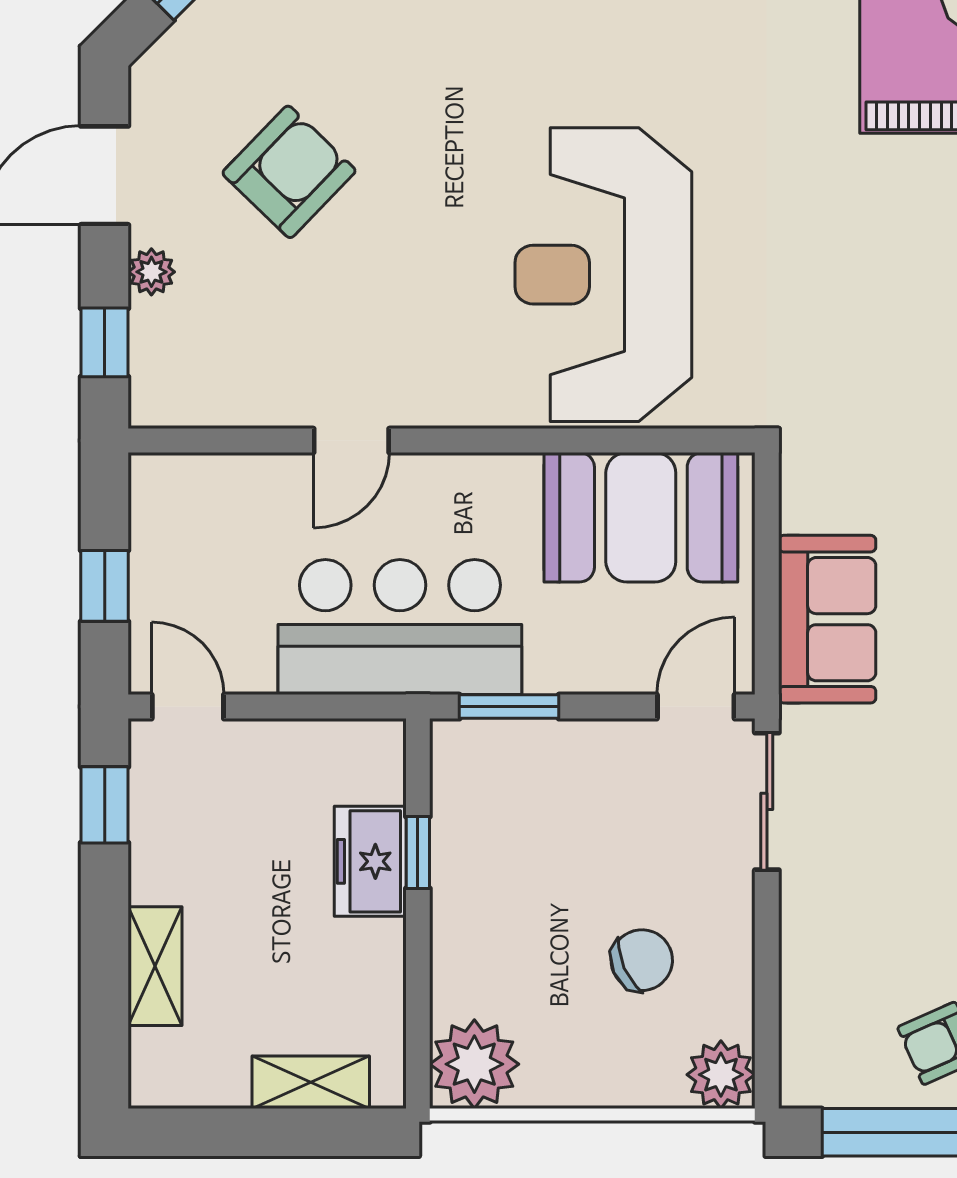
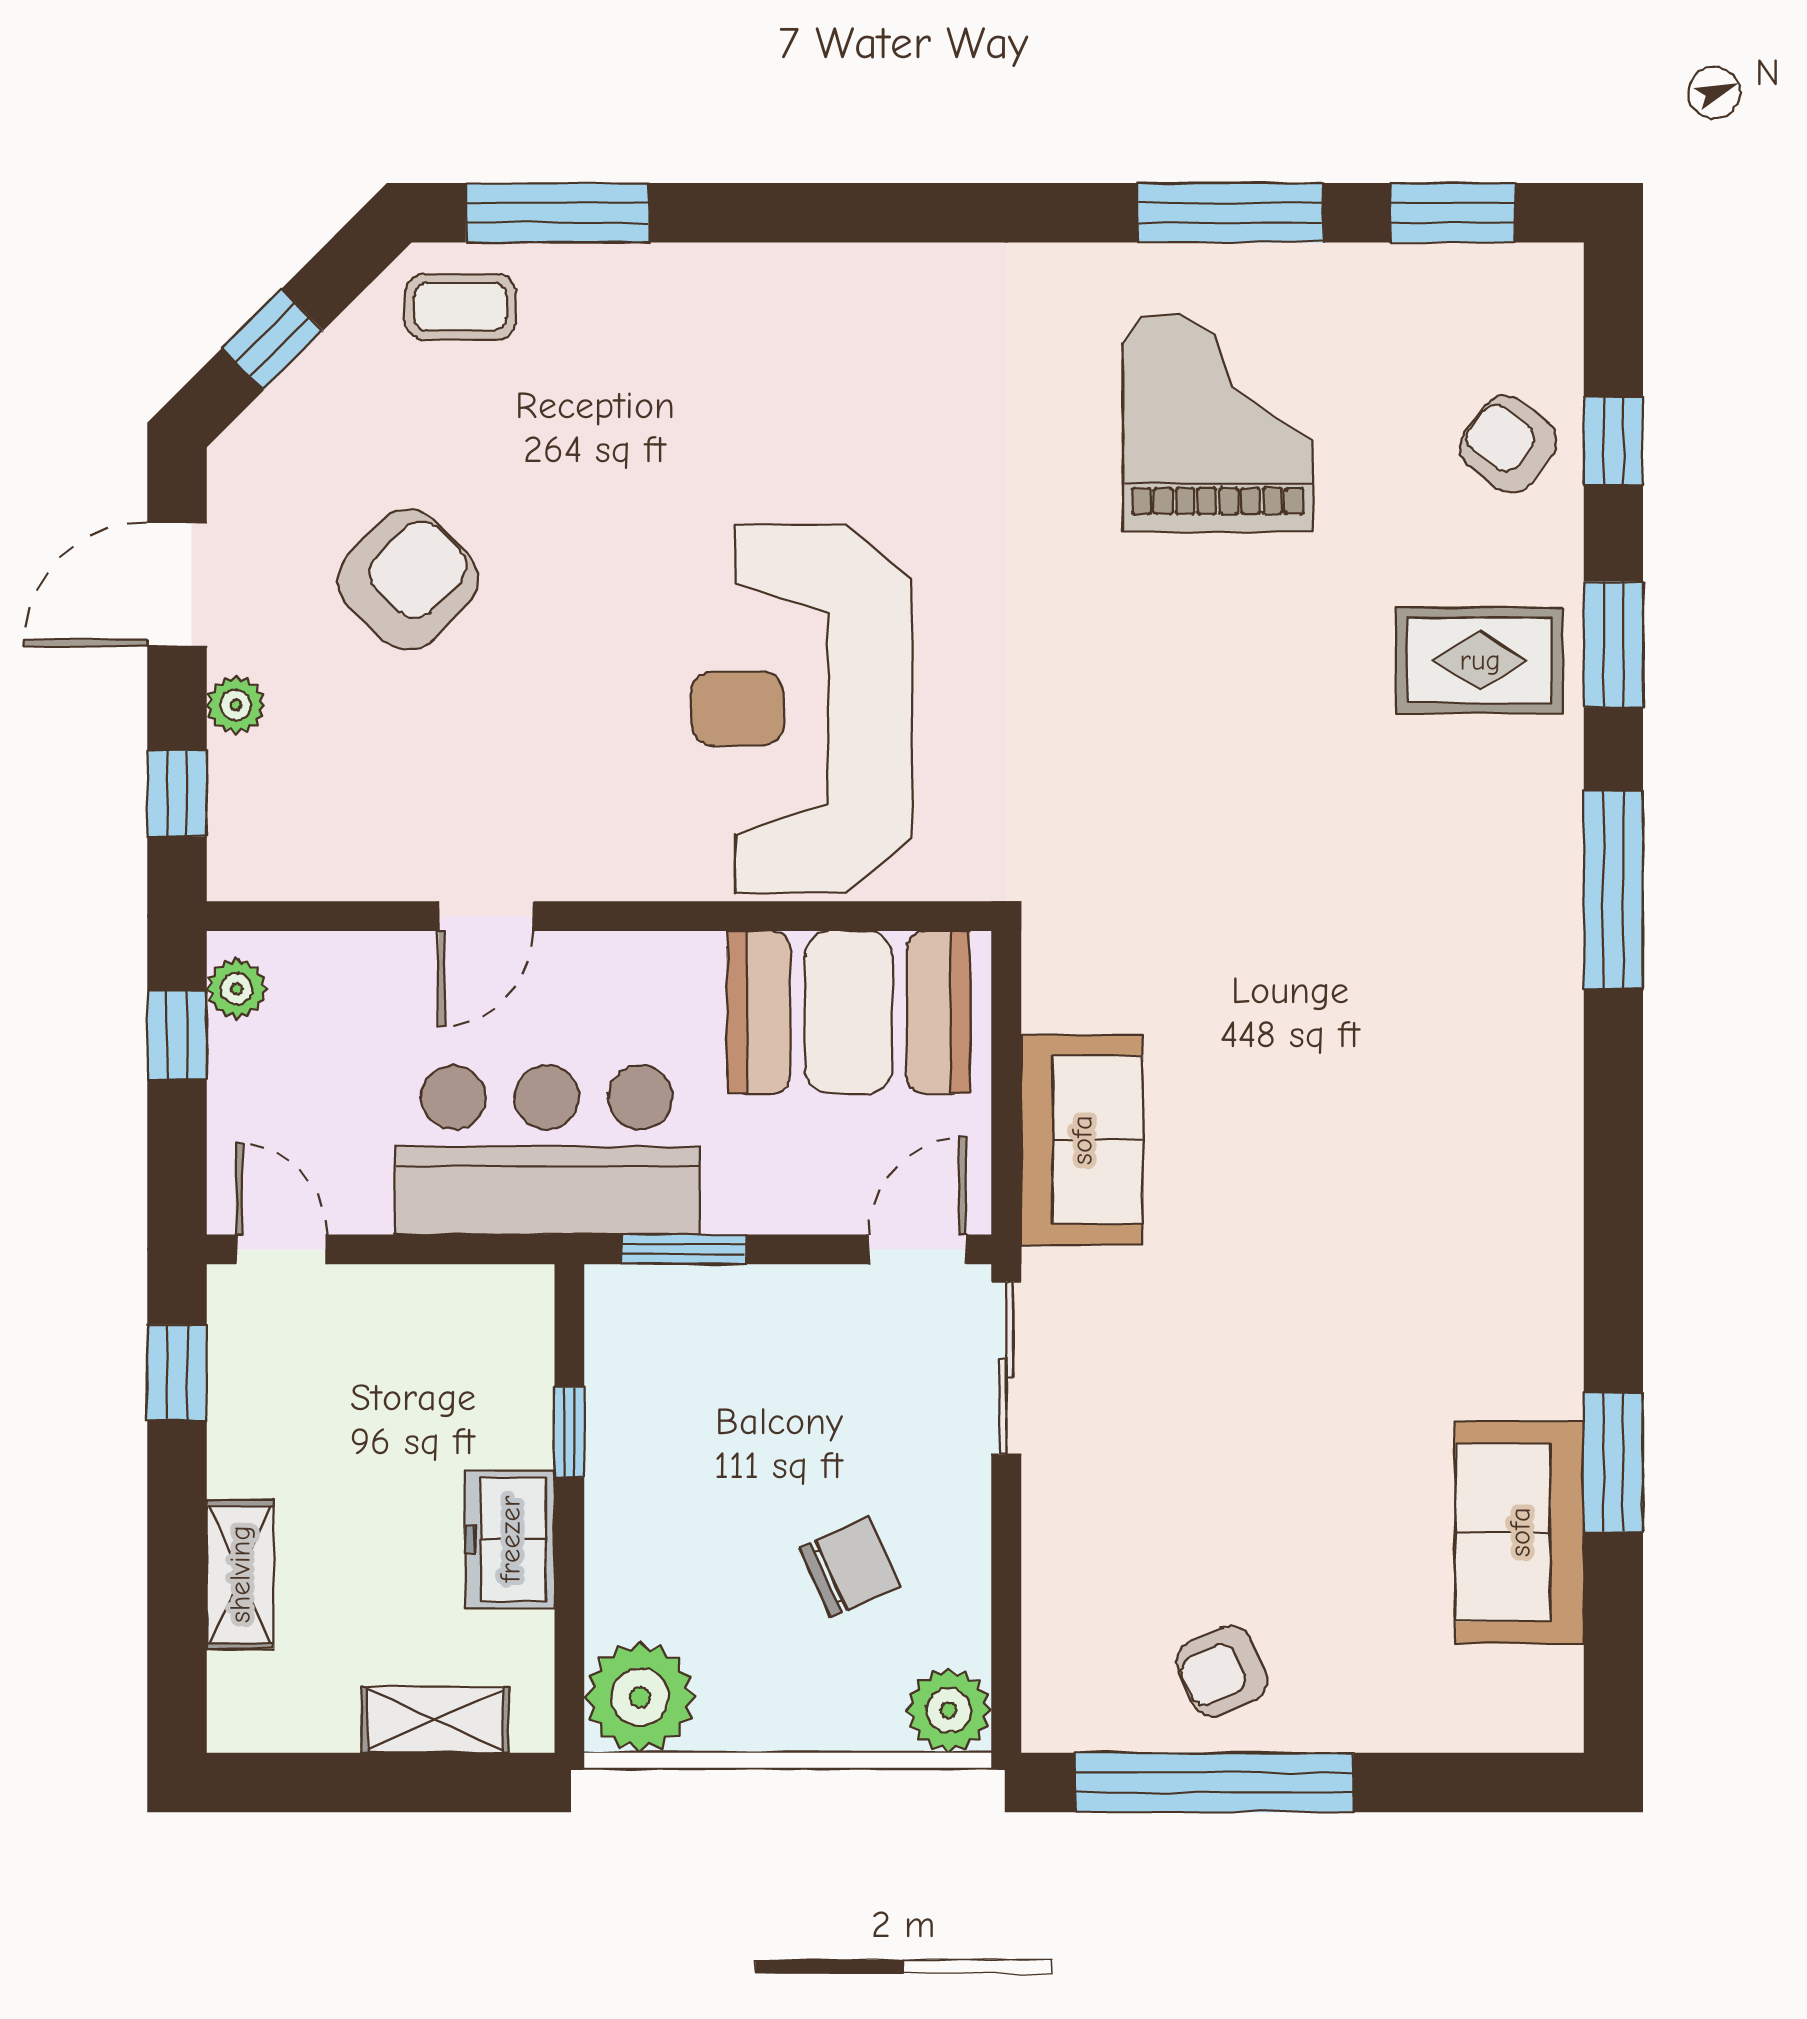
plant: (152, 498) -> (237, 989), added
window: (105, 586) -> (177, 1035), moved
freezer: (370, 861) -> (510, 1539), moved

